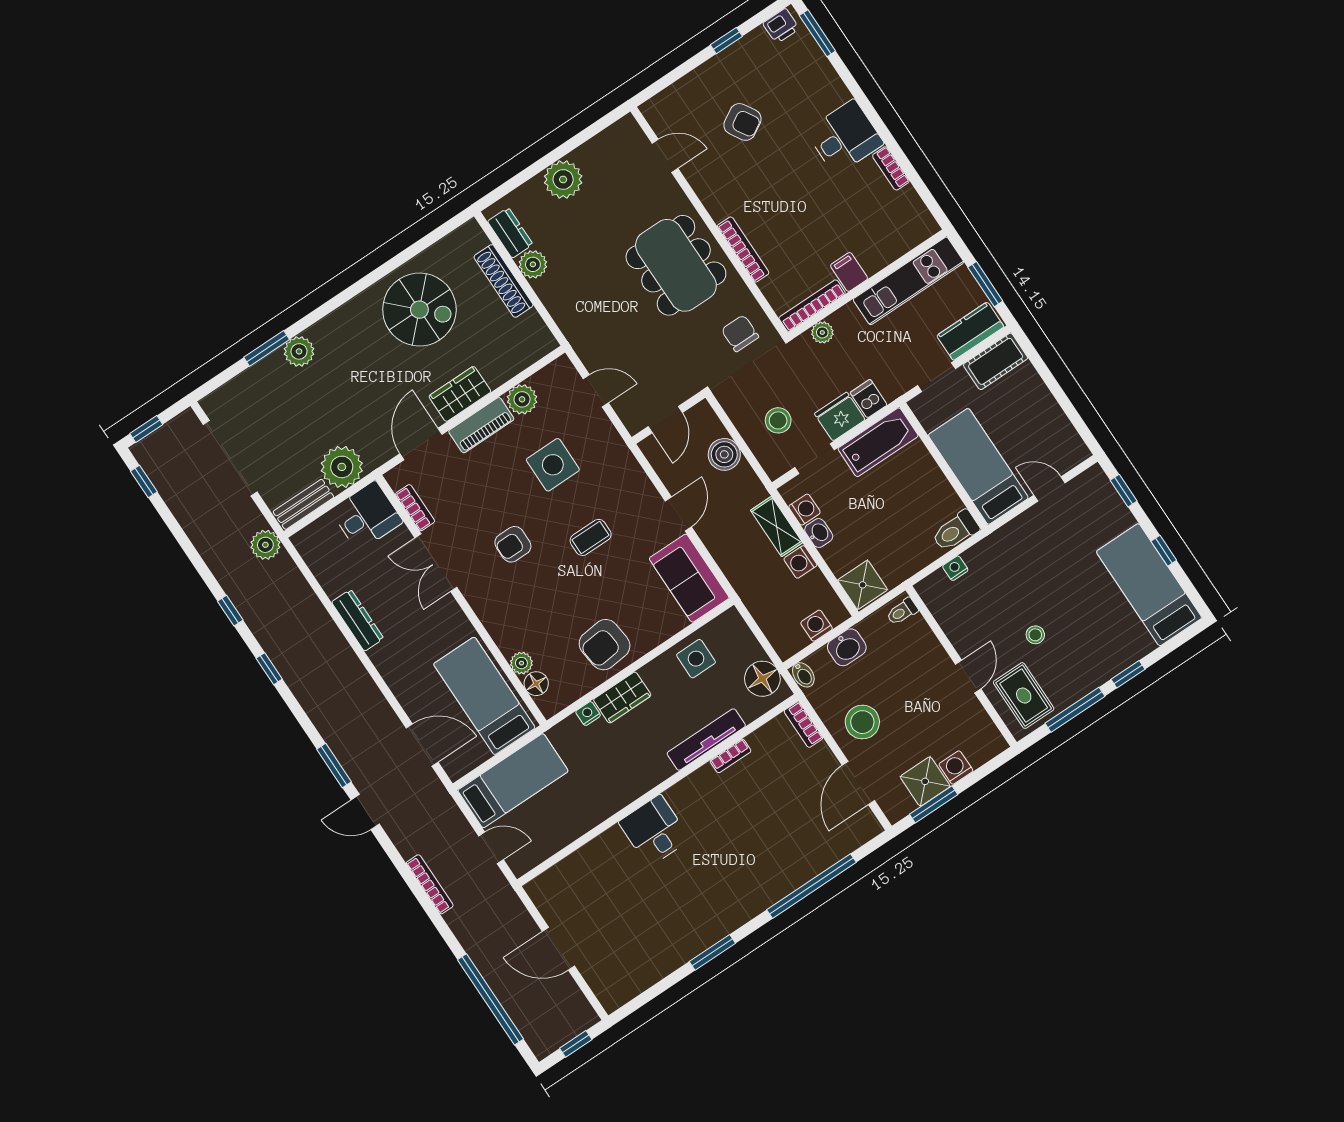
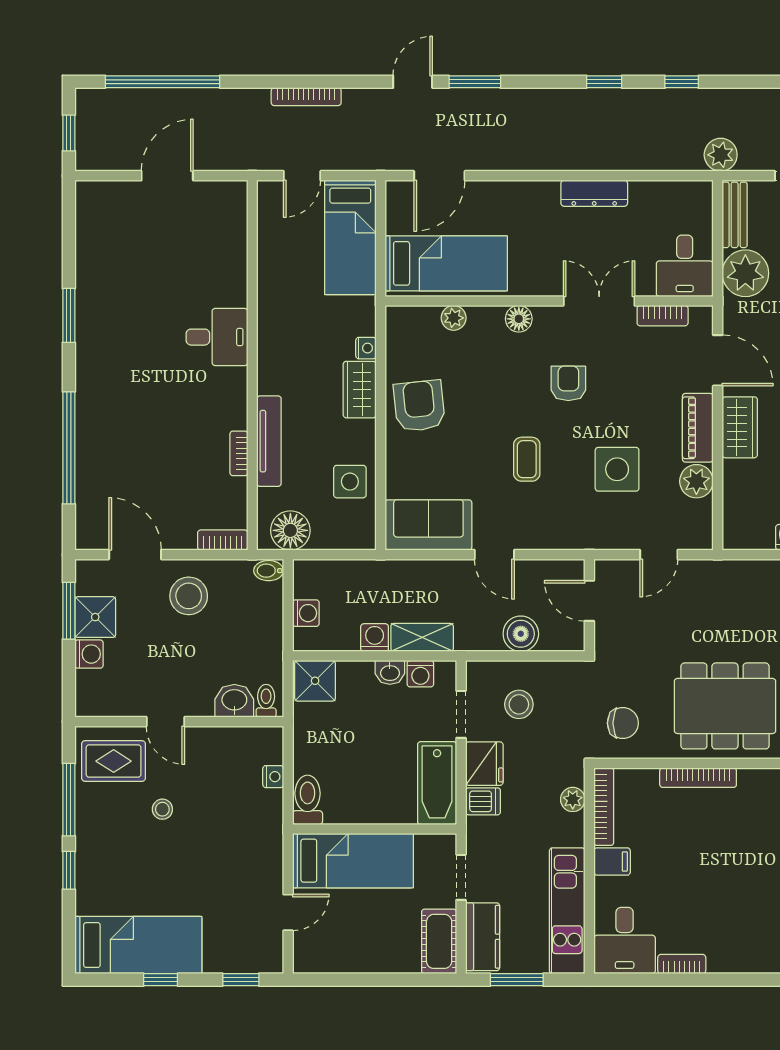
desk: (845, 137) -> (625, 940), moved
washbasin: (847, 647) -> (234, 701), moved, turned 90
floor lamp: (536, 684) -> (519, 319), moved

